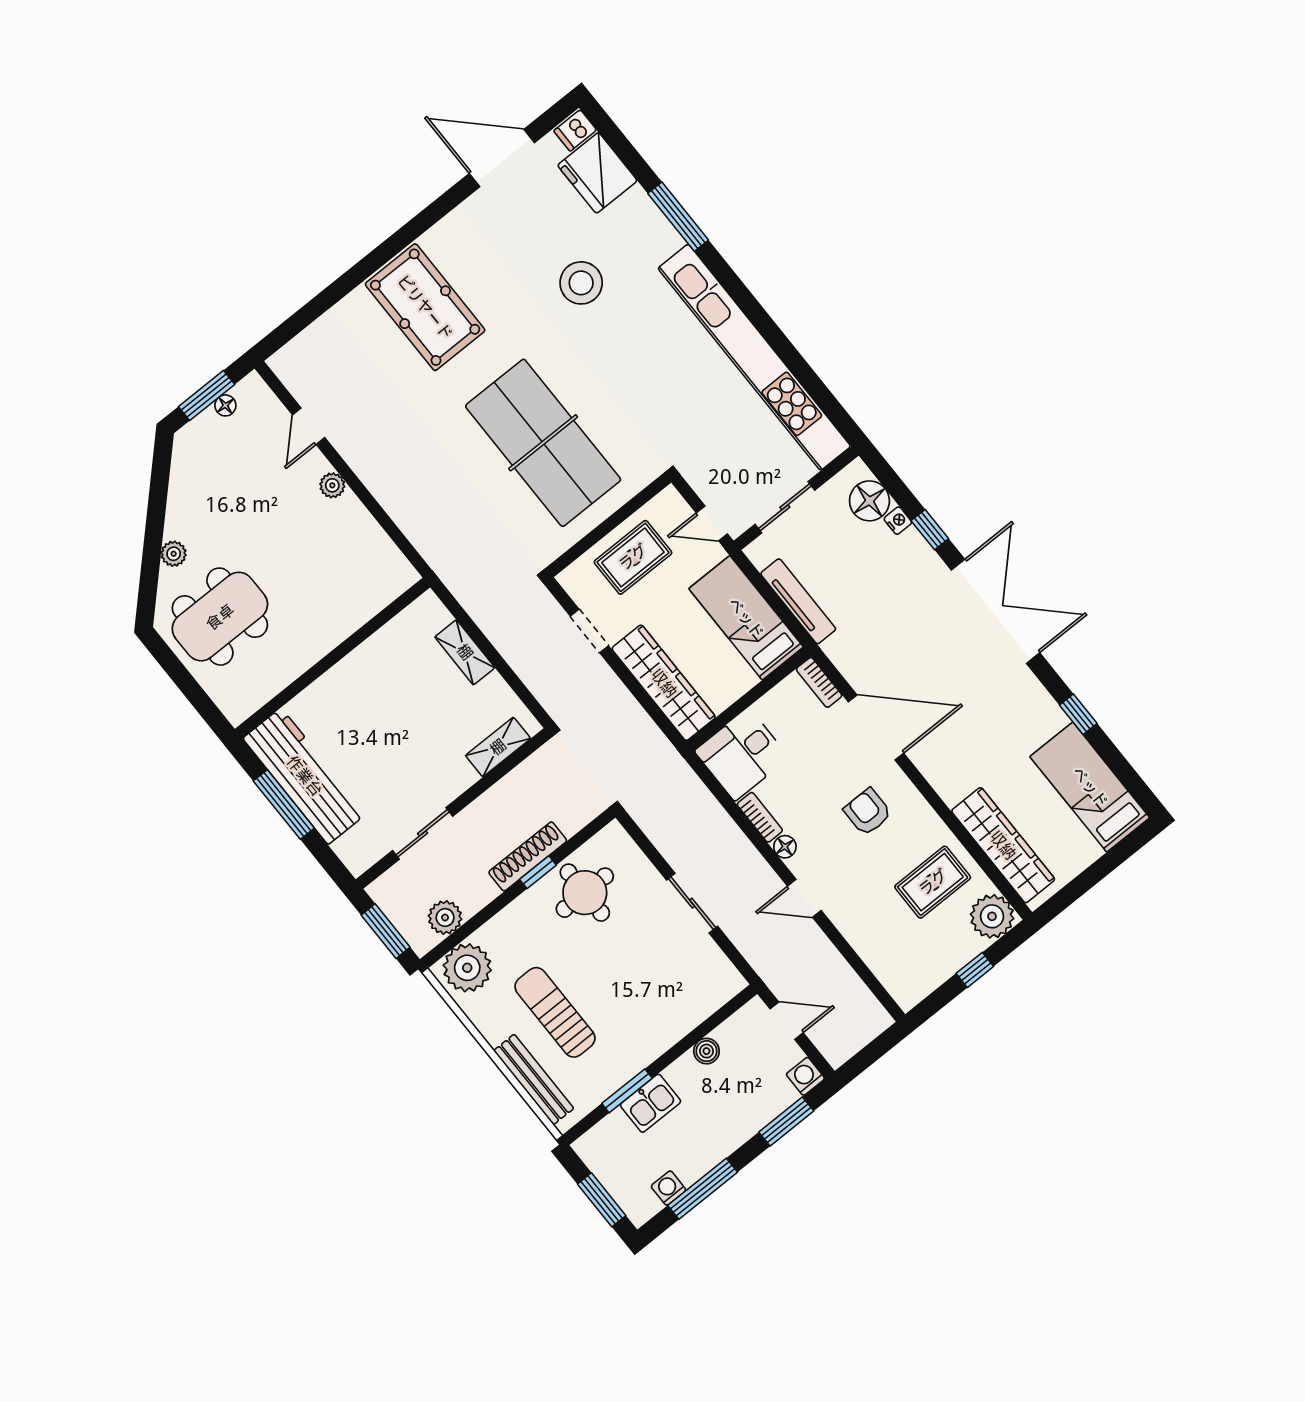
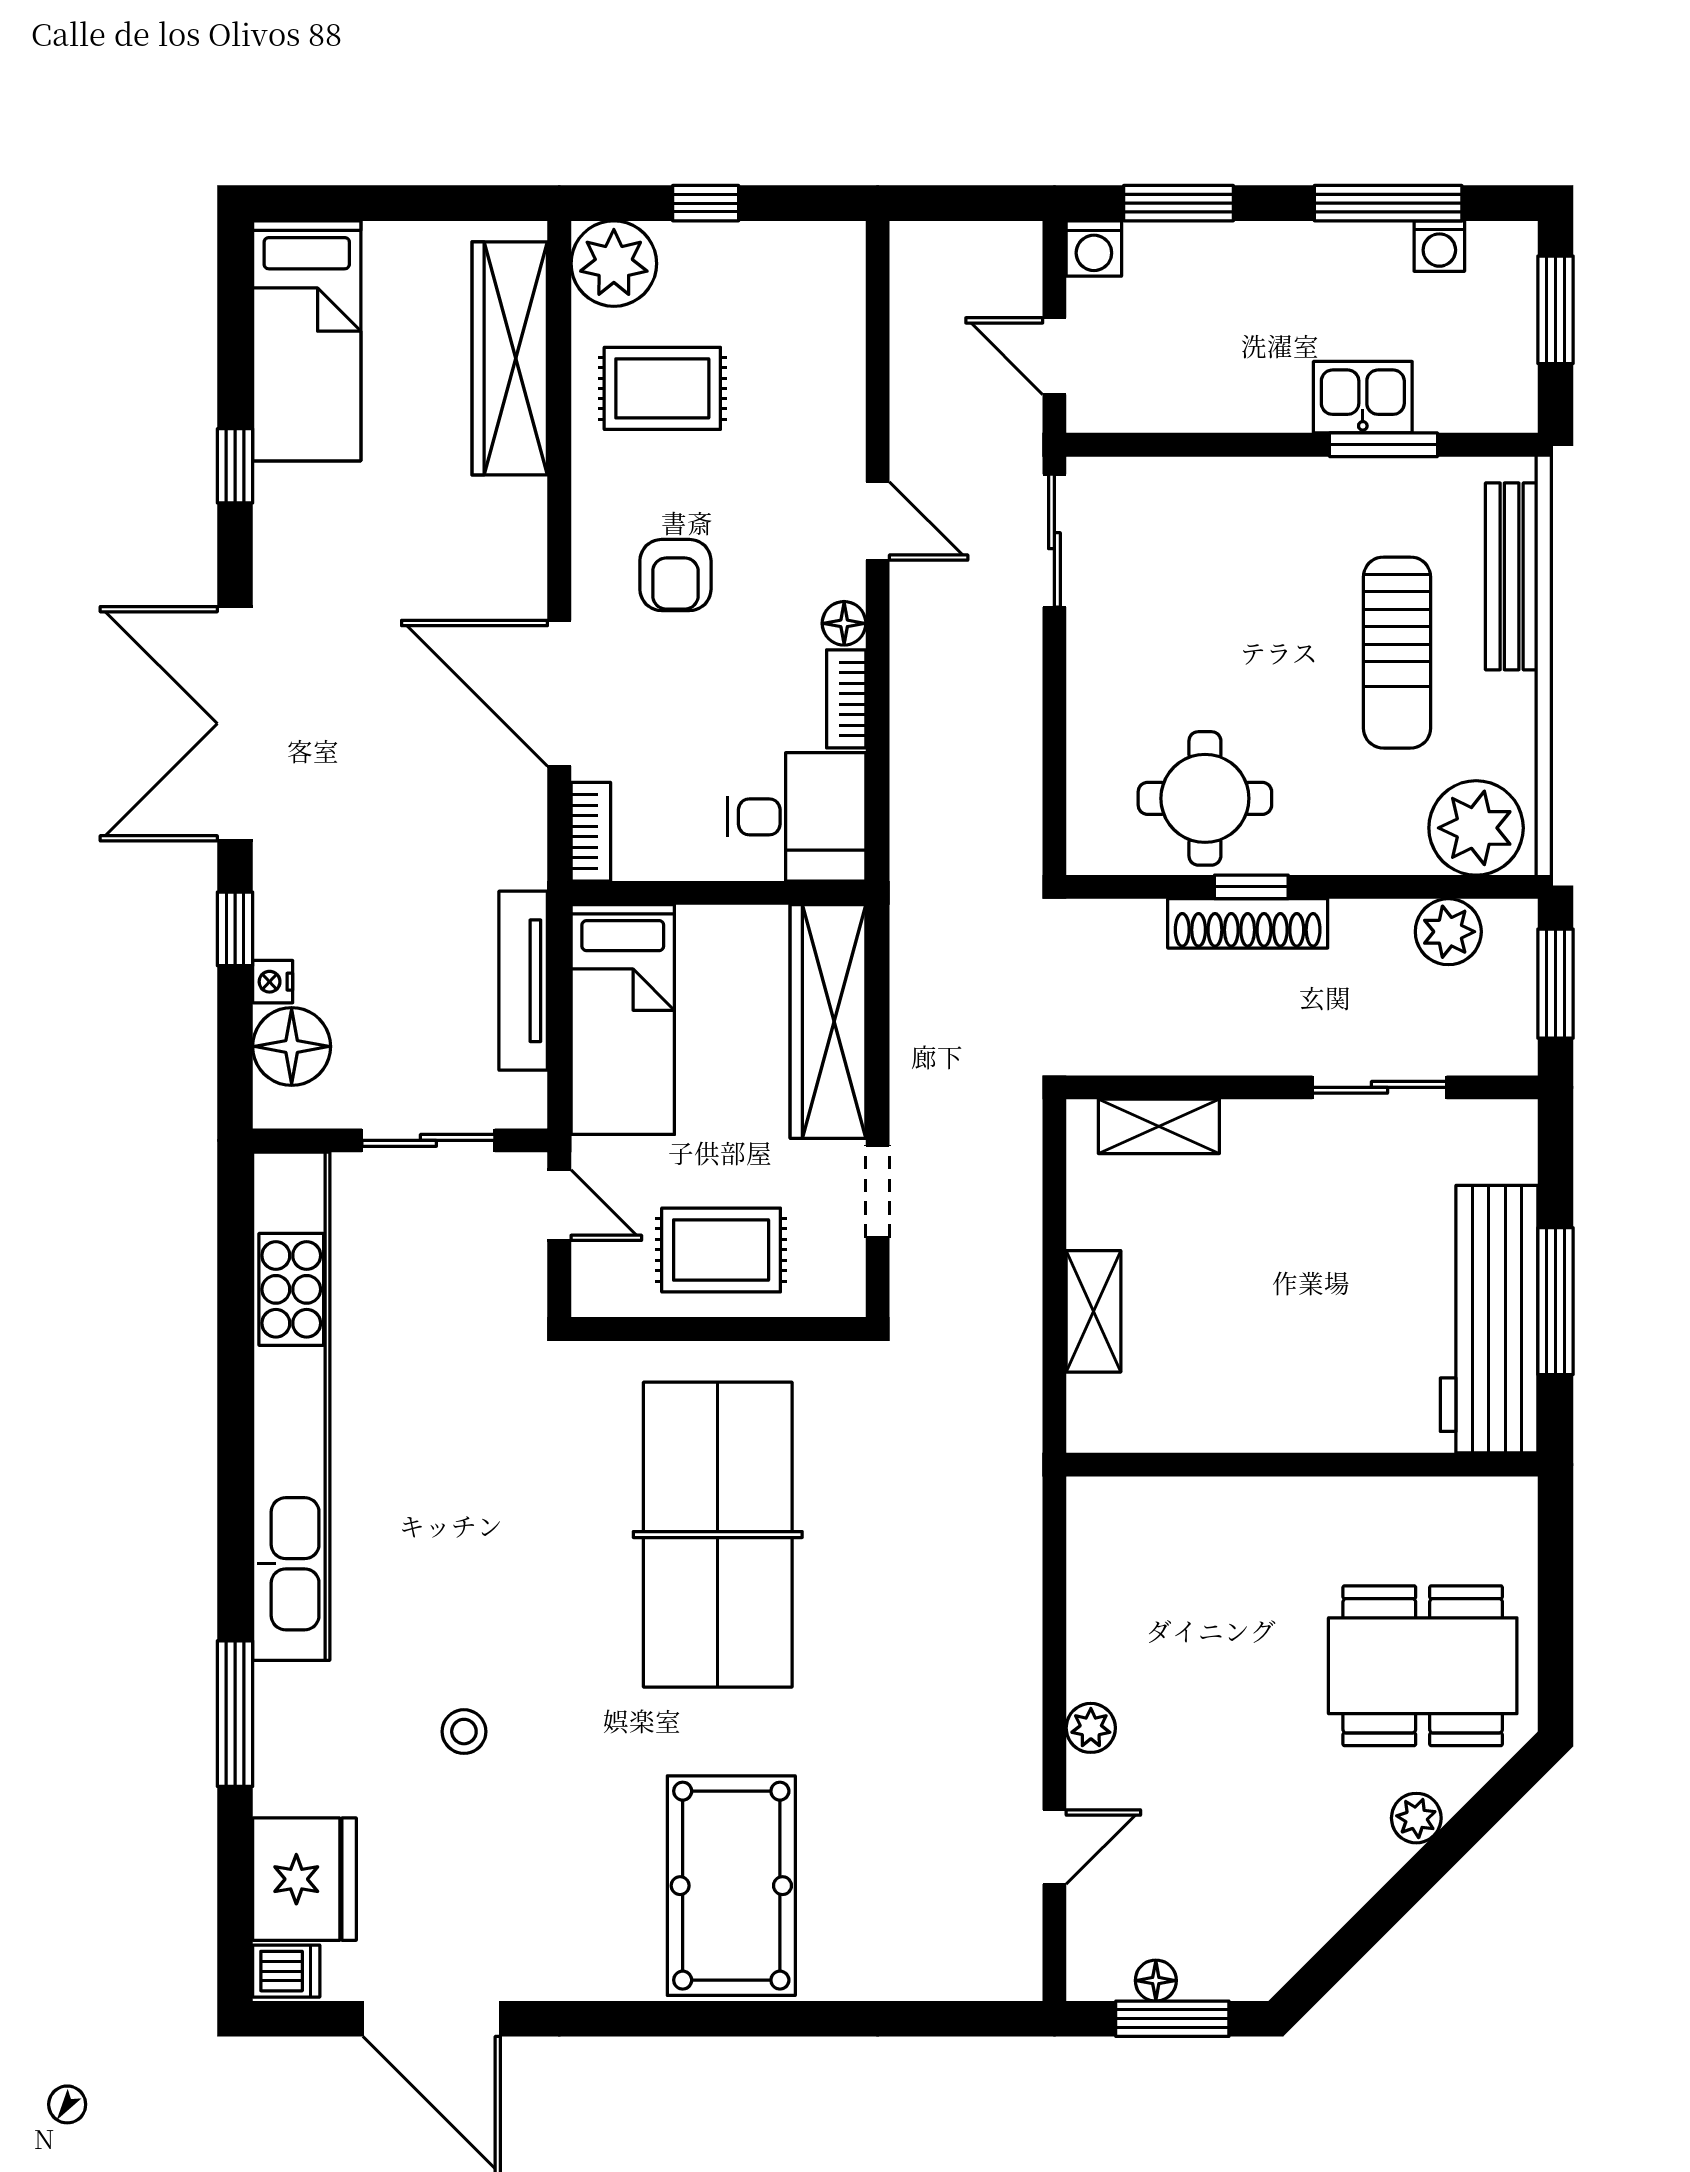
stool: (581, 283) -> (464, 1732), width x0.53, depth x0.53
sliding door: (692, 903) -> (1054, 541), moved
boiler: (706, 1051) -> (1214, 408), removed

